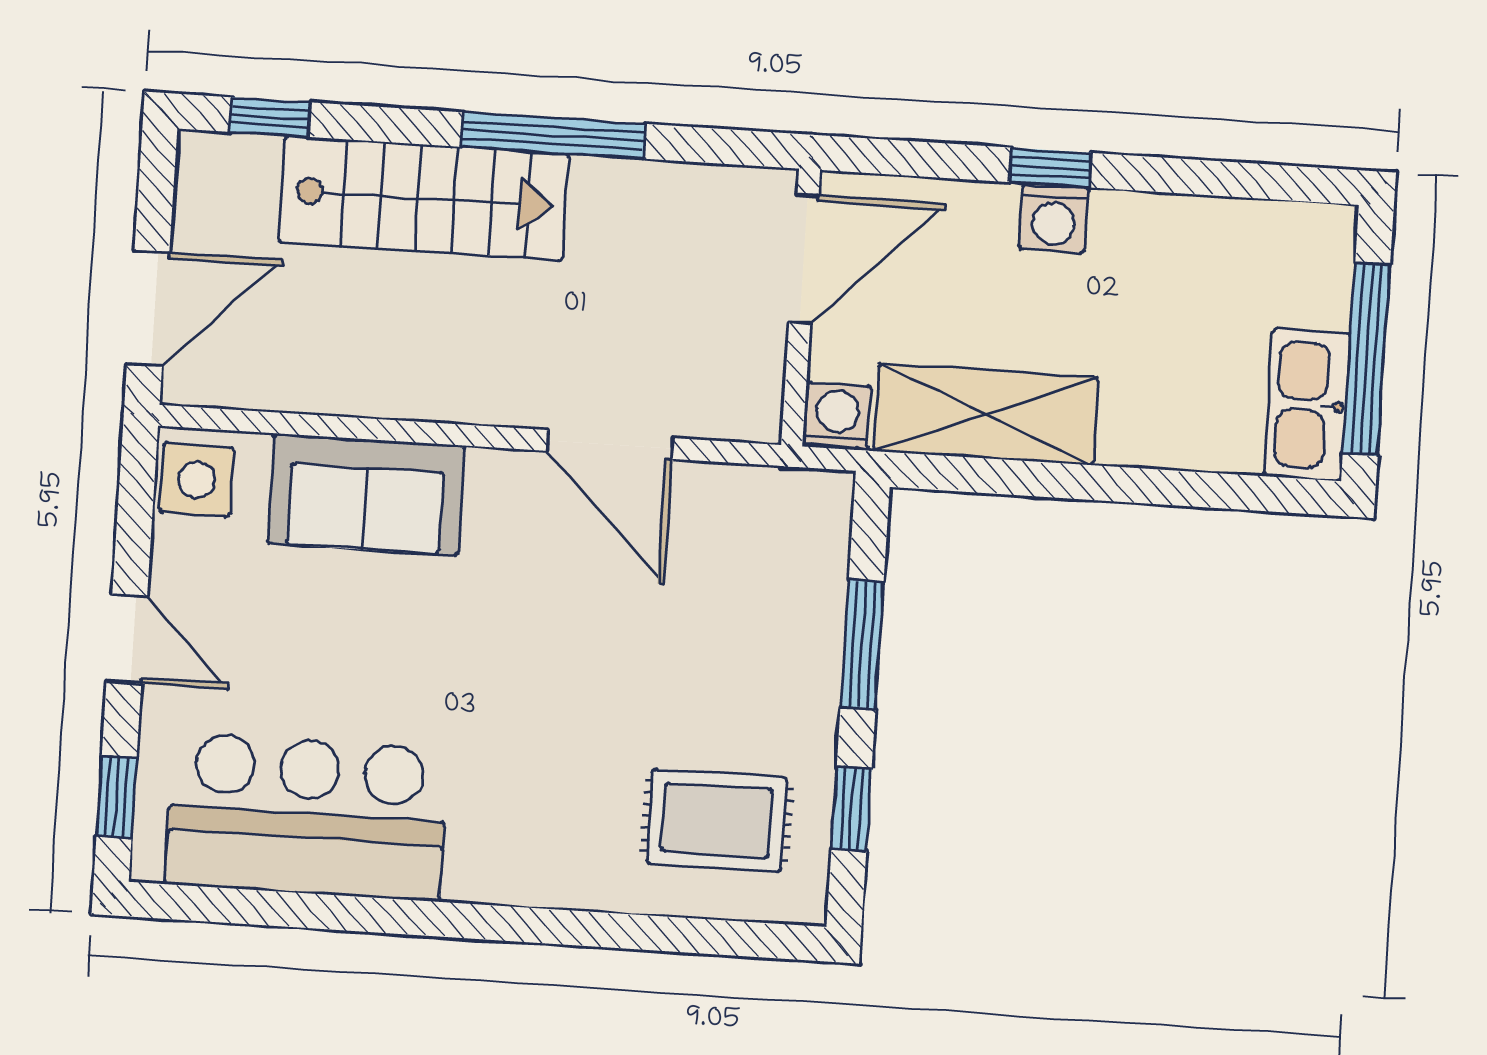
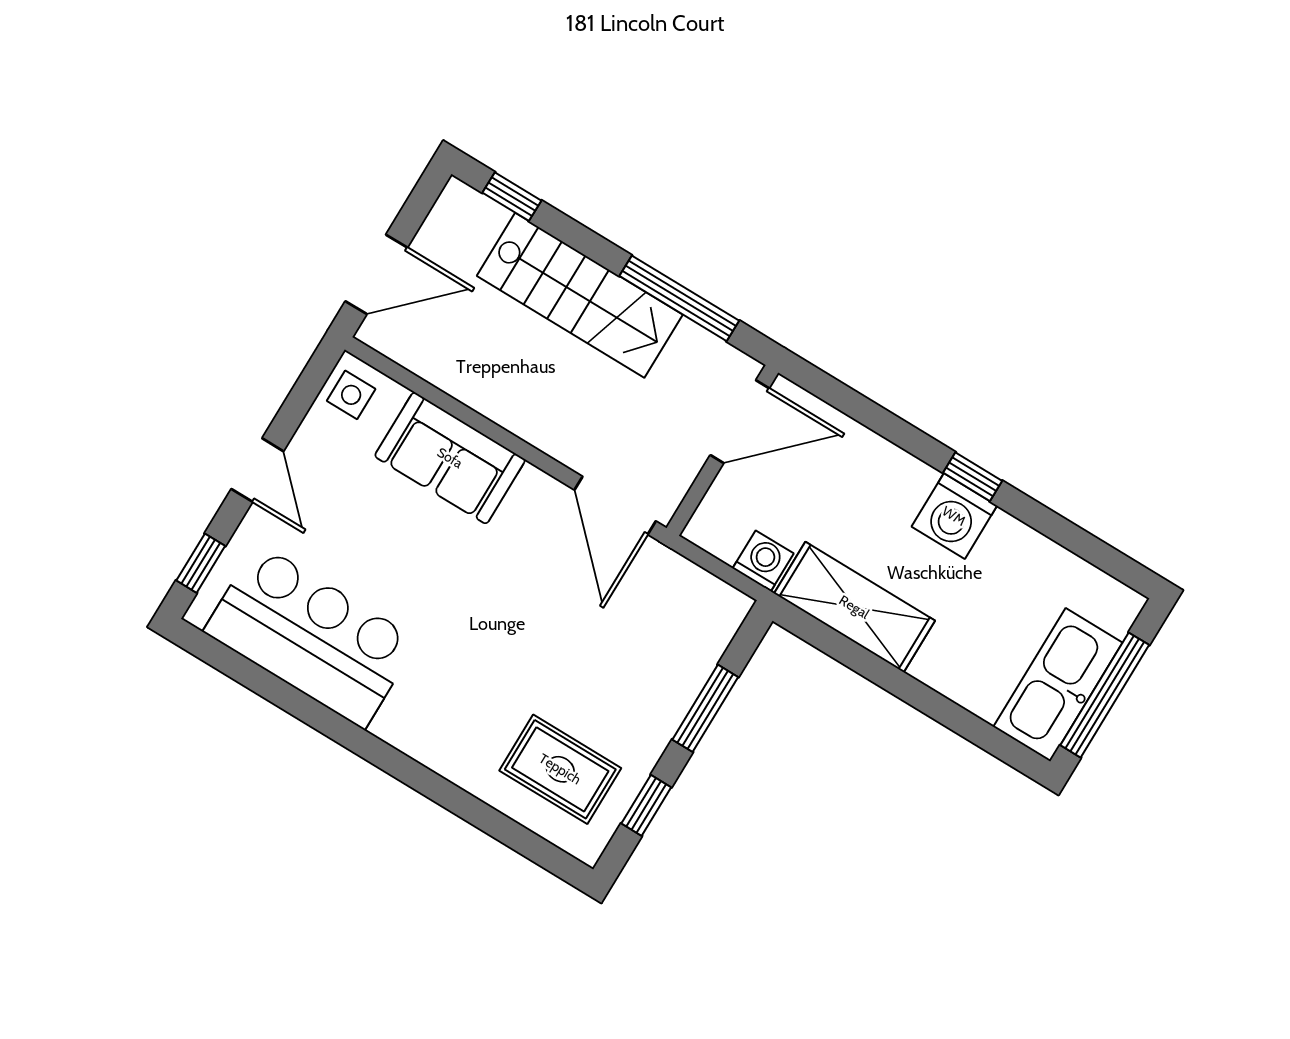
washing machine: (1054, 218) -> (954, 516), width x1.38, depth x1.38
door: (804, 259) -> (740, 422), moved
wall: (801, 308) -> (722, 450), moved
kitchen sink: (1307, 405) -> (1058, 685), width x1.36, depth x1.24
side table: (197, 480) -> (351, 395), width x0.73, depth x0.73

